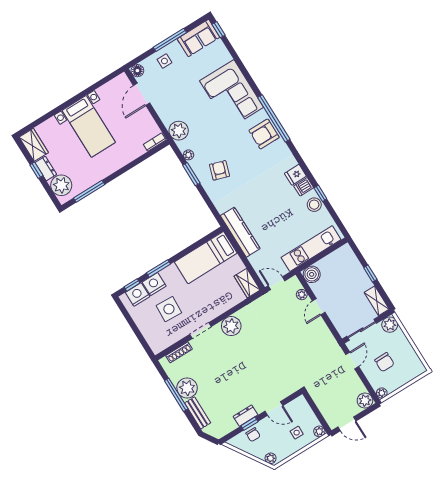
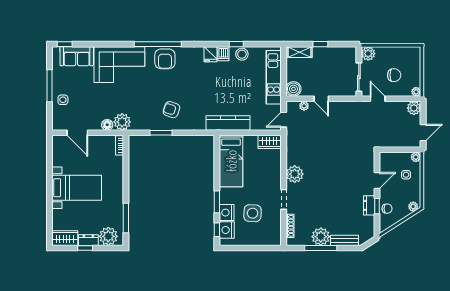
sofa: (199, 38) -> (77, 56), moved, turned 90
floor lamp: (137, 71) -> (107, 125), moved
plant: (189, 155) -> (145, 126), removed
shelving: (377, 301) -> (299, 52), moved

